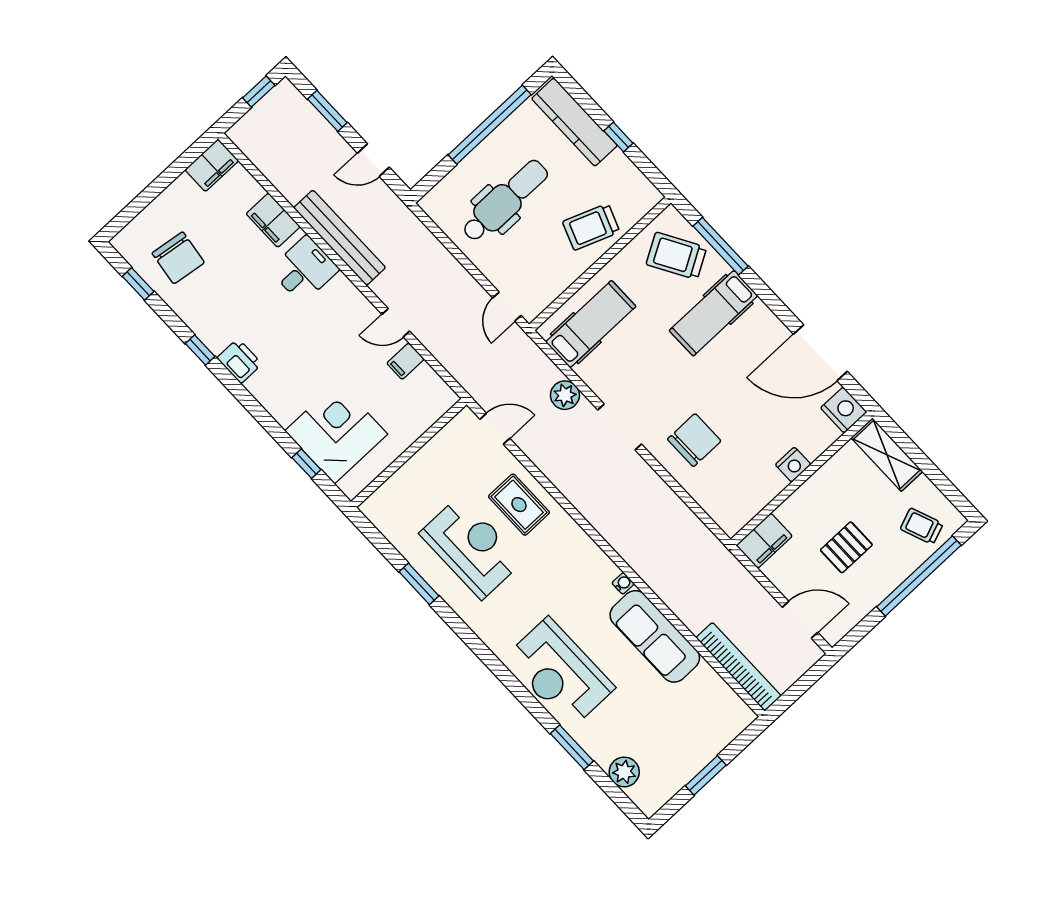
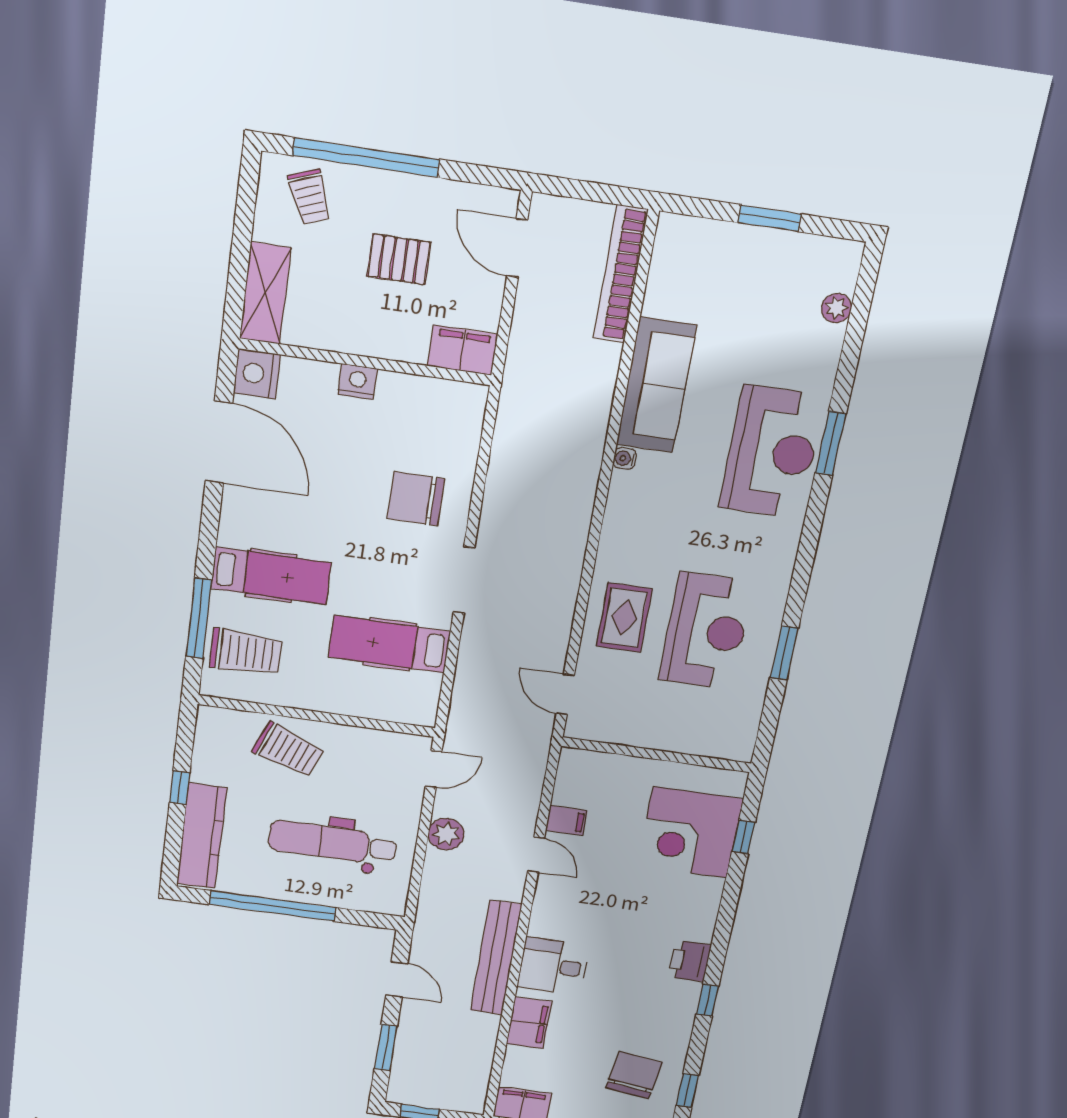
trolley: (676, 256) -> (246, 652), turned -60
hospital bed: (591, 324) -> (389, 644), moved
plant: (565, 395) -> (446, 834), moved
reception desk: (471, 547) -> (706, 631), turned 180
window: (572, 747) -> (831, 443), moved
plant: (624, 772) -> (836, 308), width x0.73, depth x0.73

